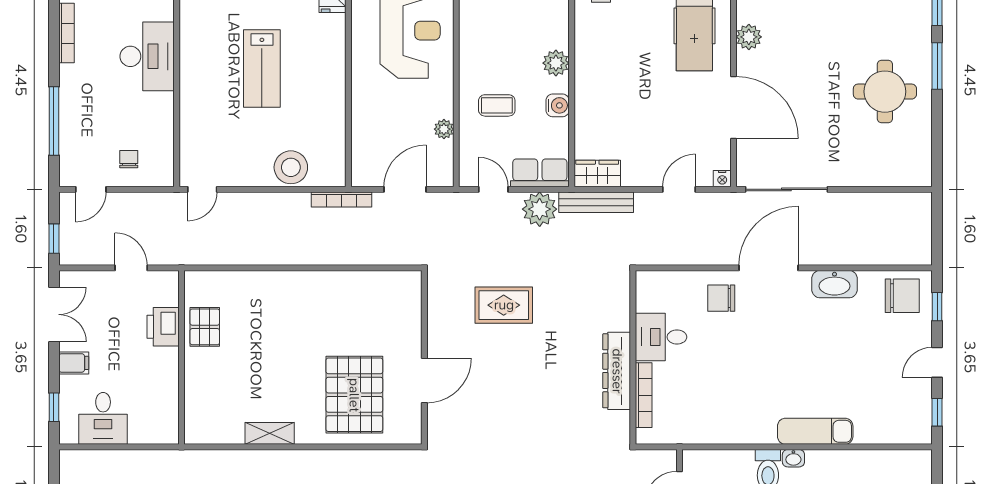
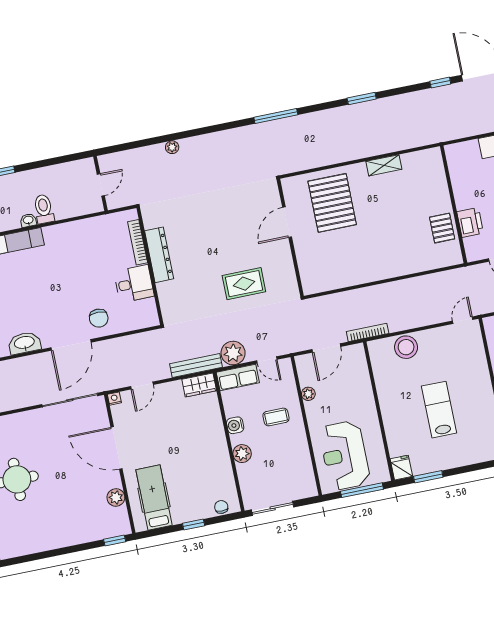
chair: (721, 298) -> (99, 318), turned 90

